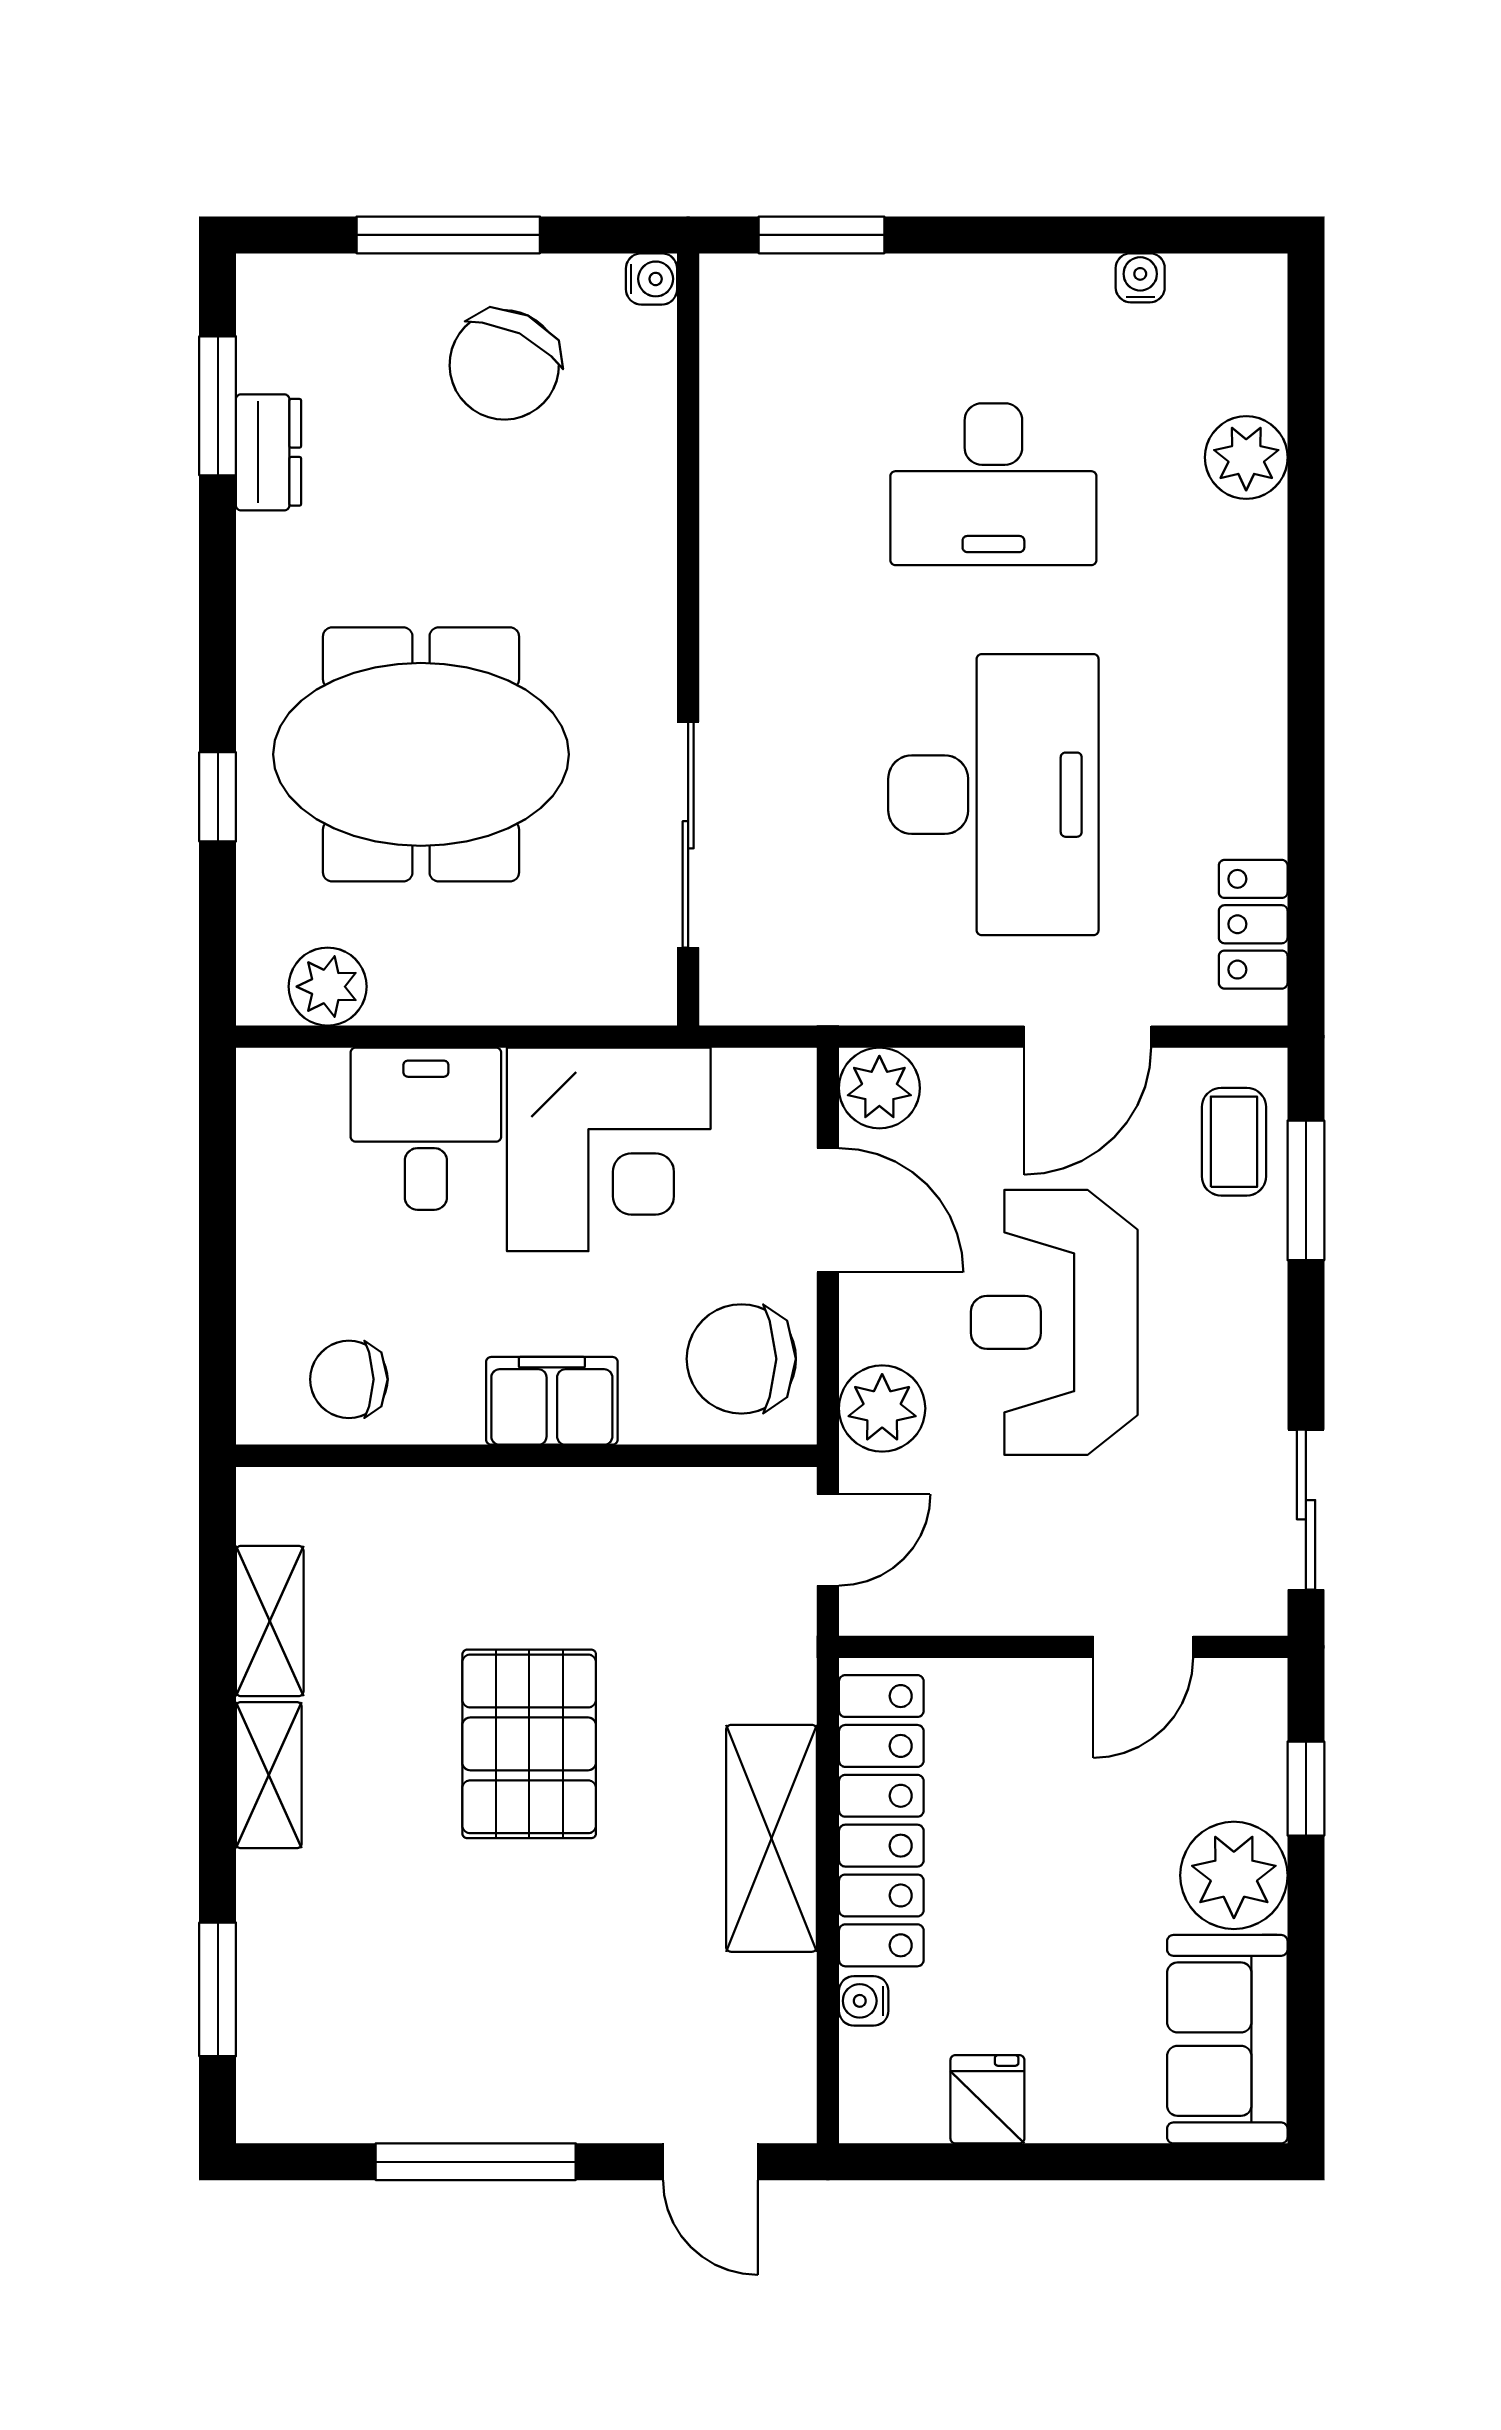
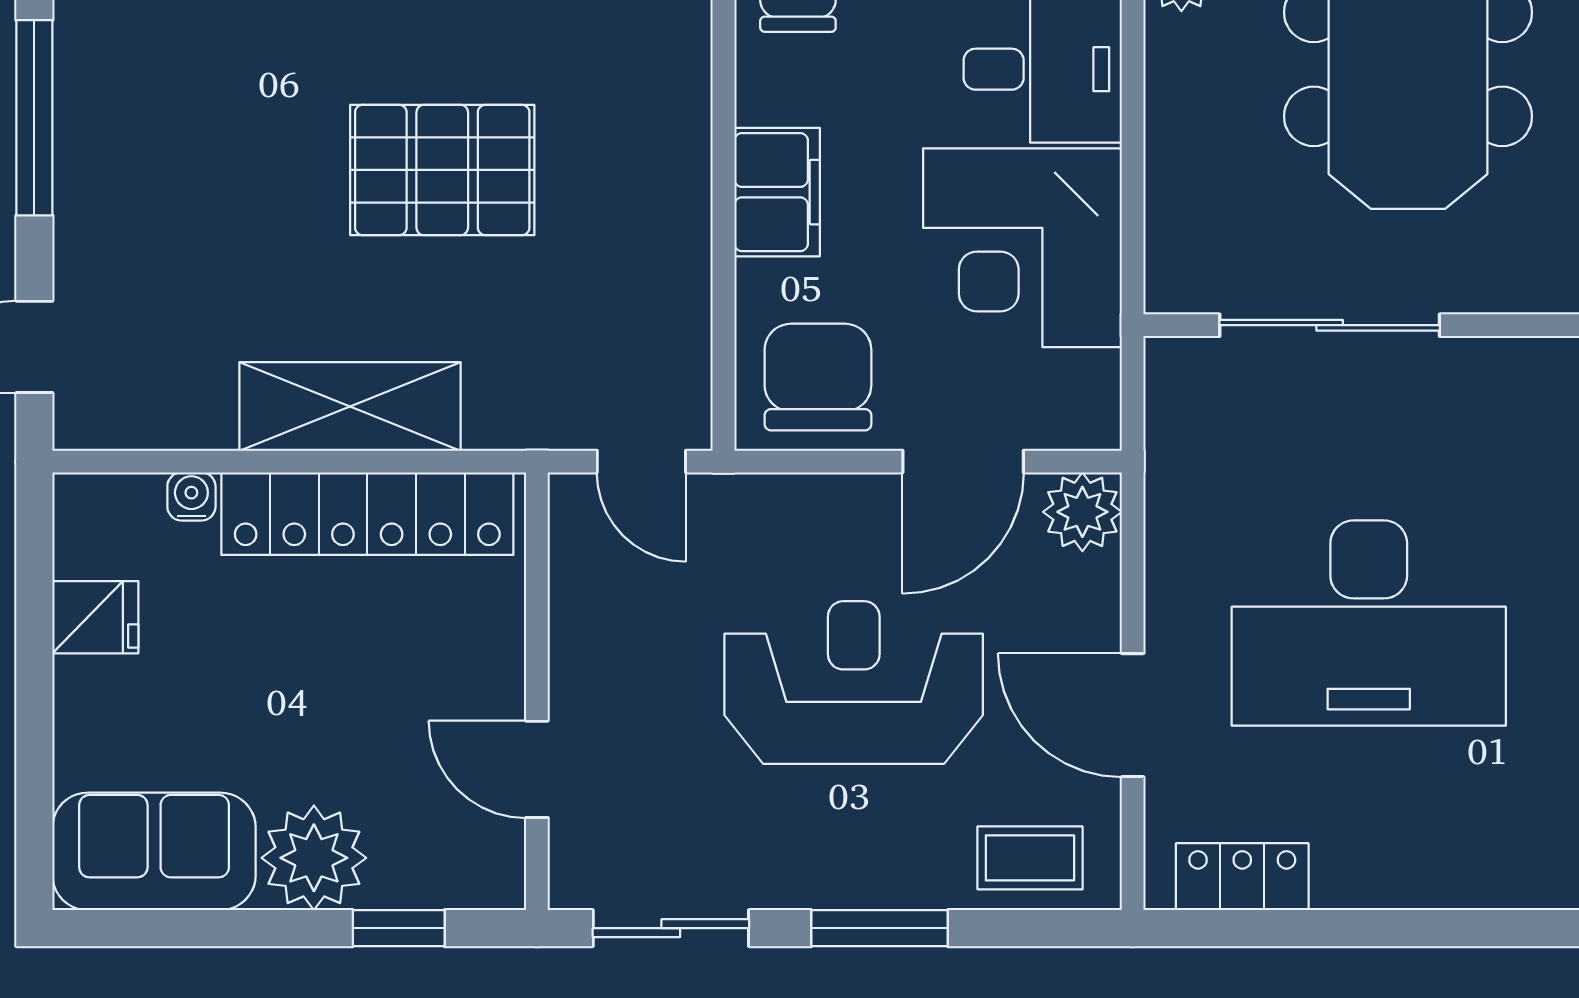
window: (1306, 1190) -> (879, 928), moved
plant: (882, 1408) -> (770, 514), removed

